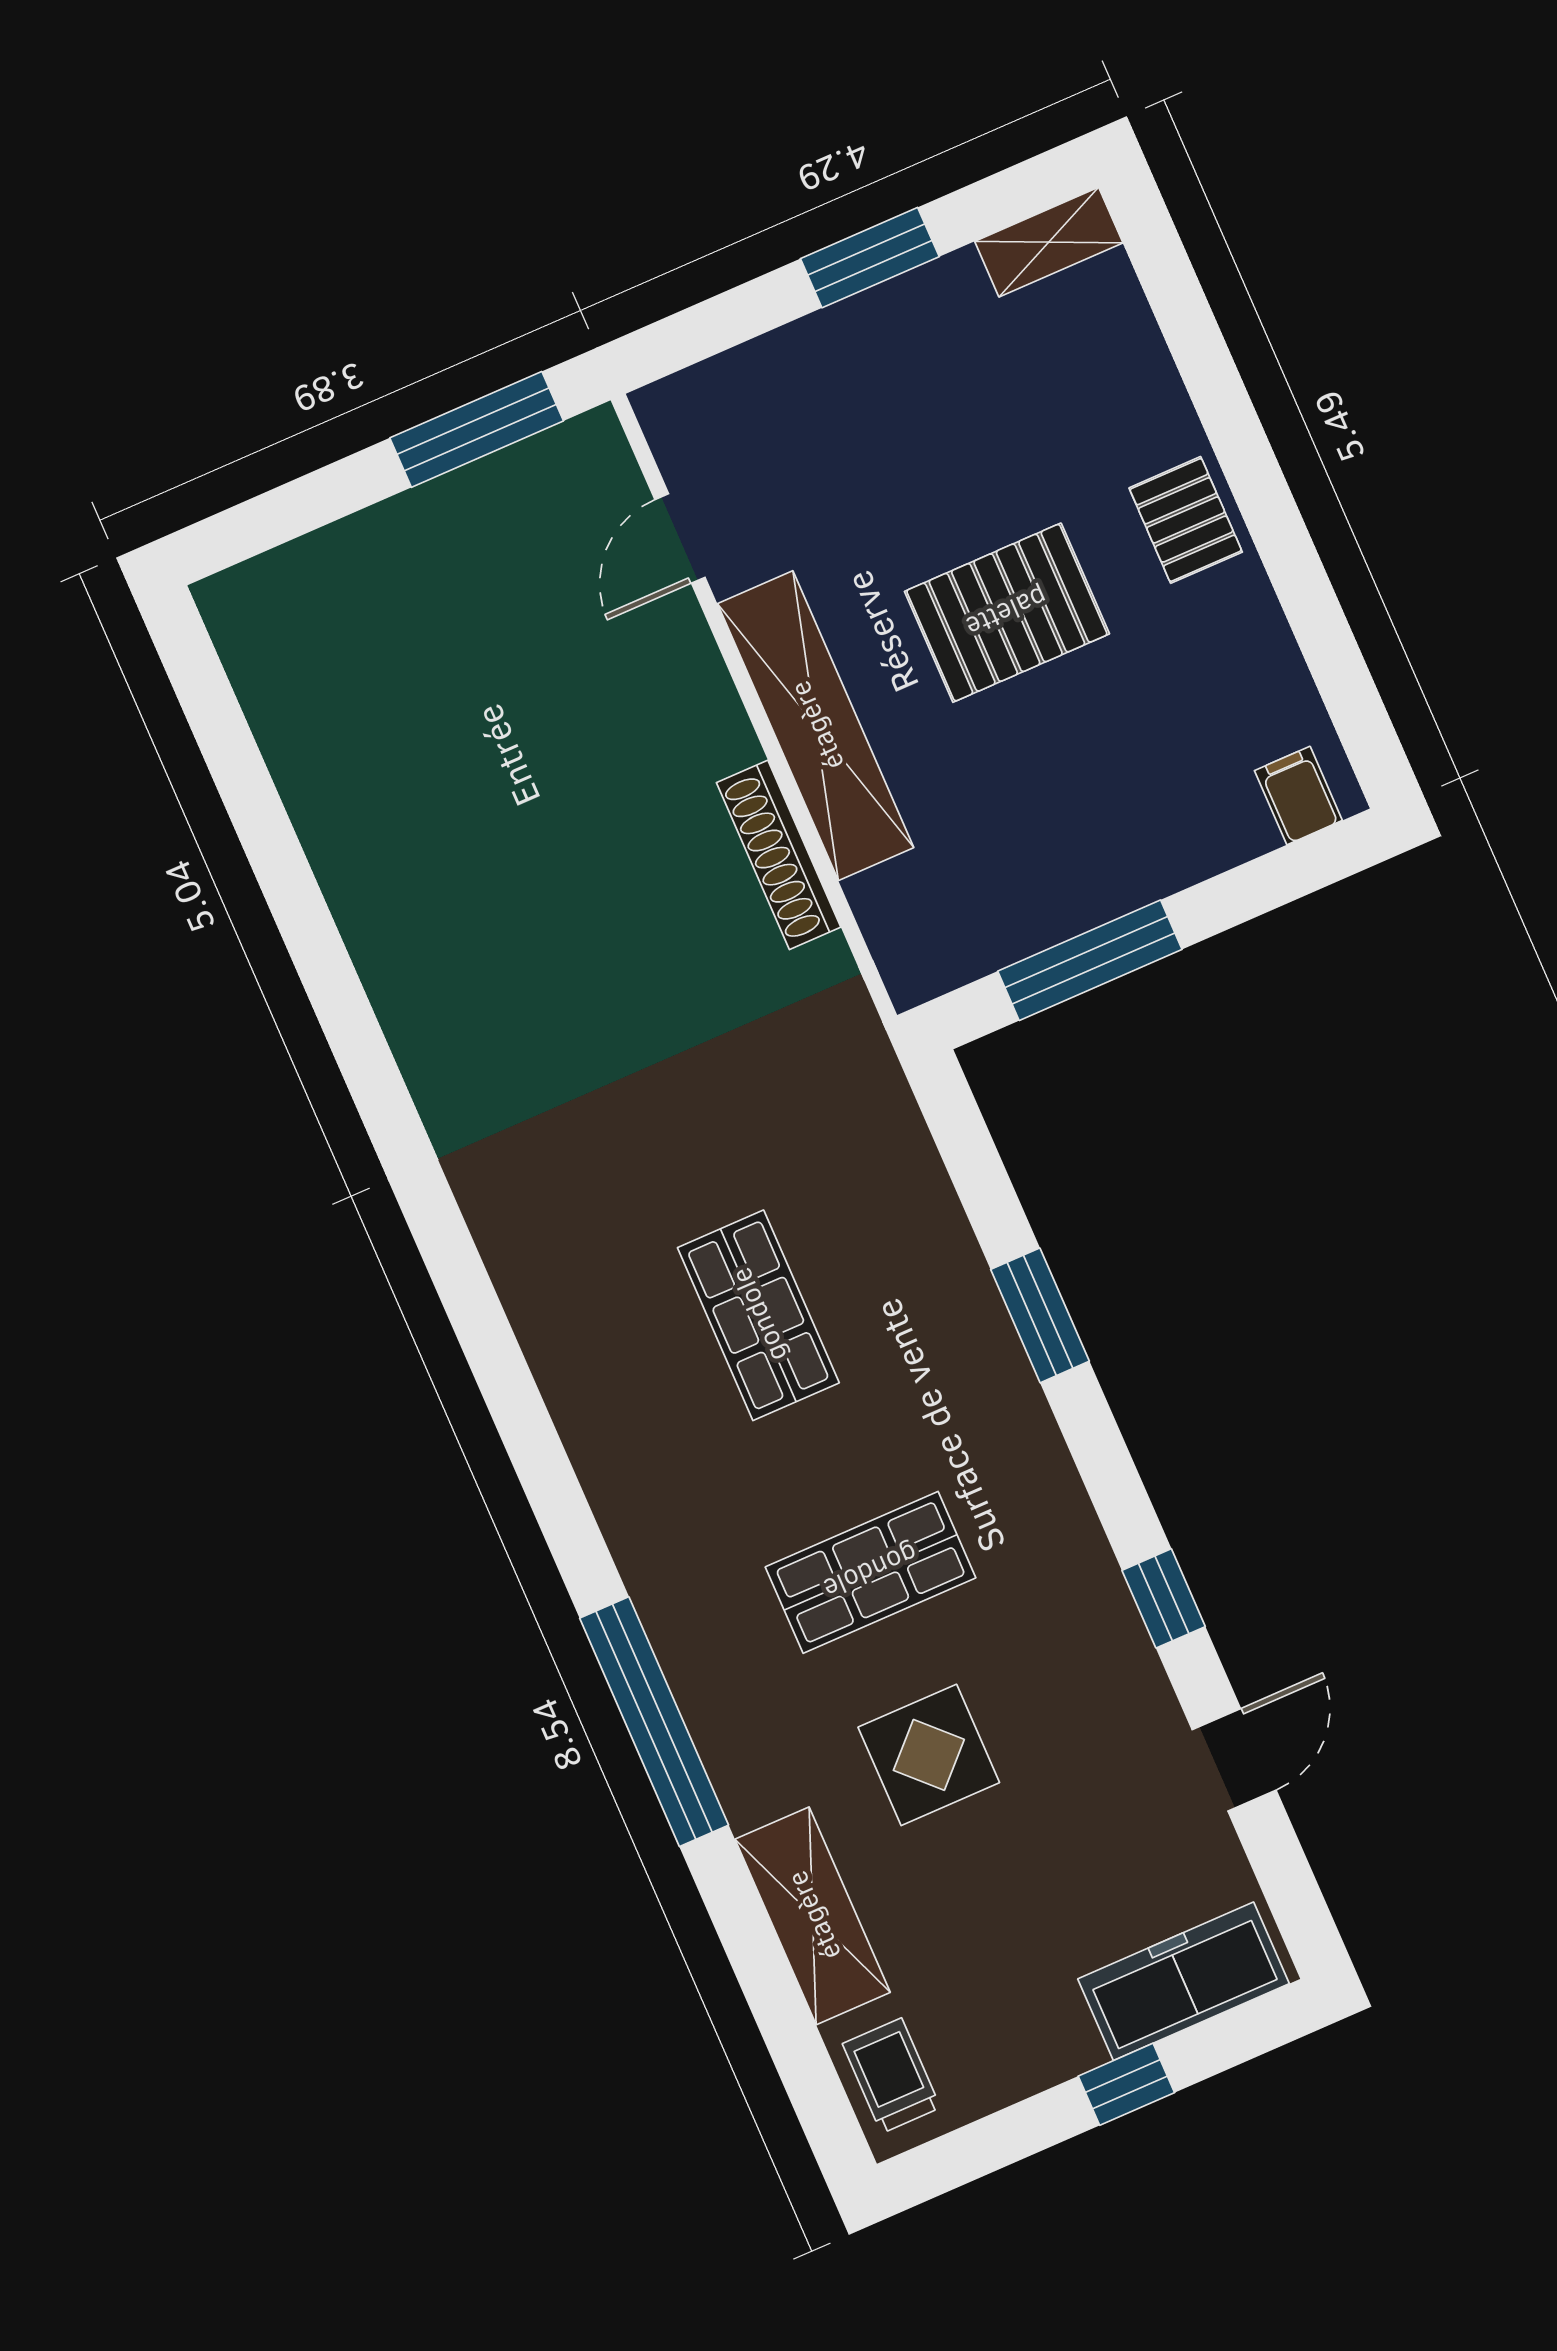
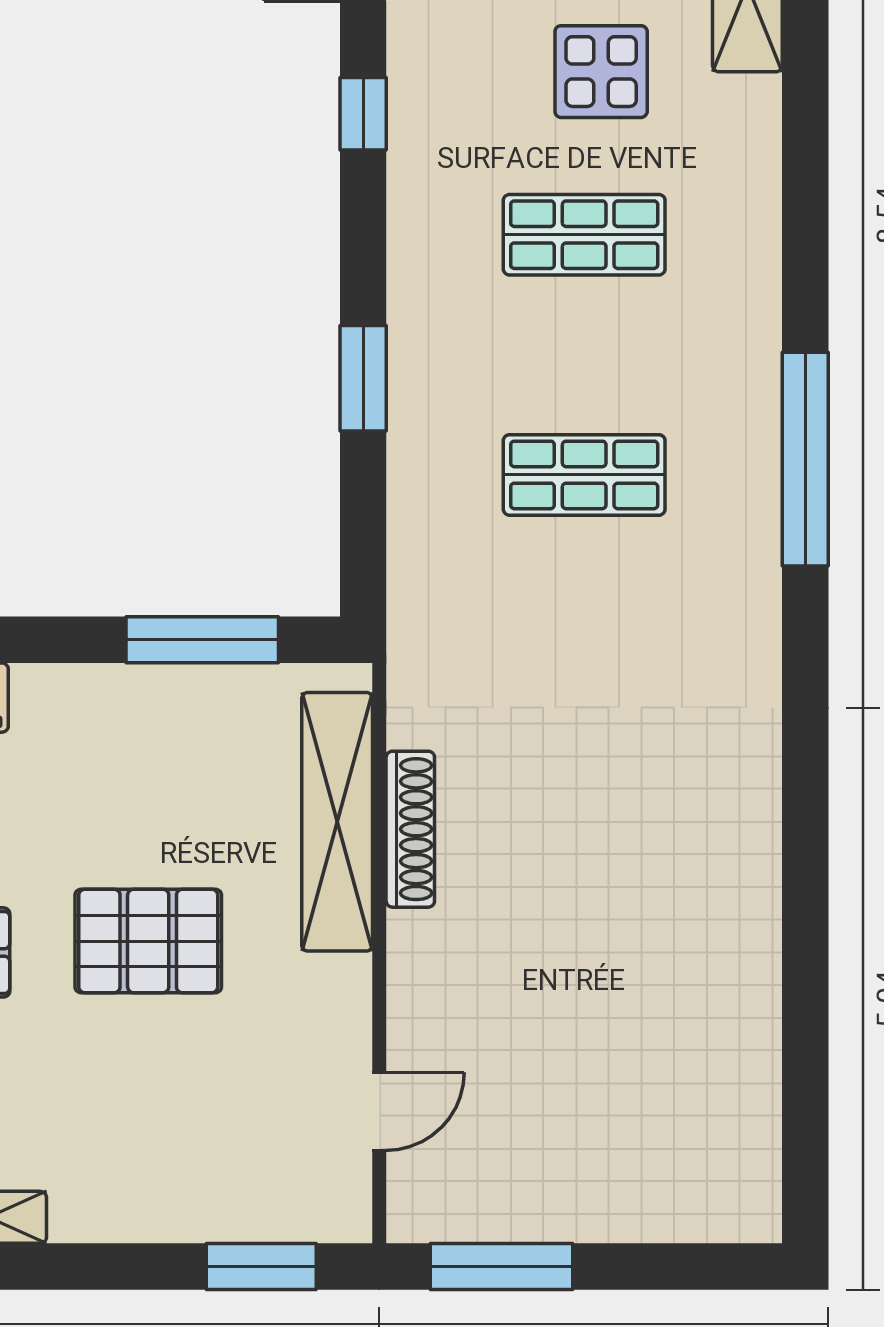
window: (870, 258) -> (261, 1267), moved
shelving: (816, 726) -> (337, 822), moved
shop shelf: (758, 1315) -> (584, 475), turned 90
window: (654, 1722) -> (805, 459), moved

